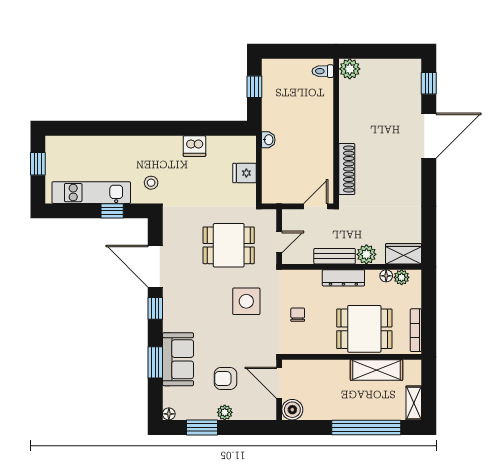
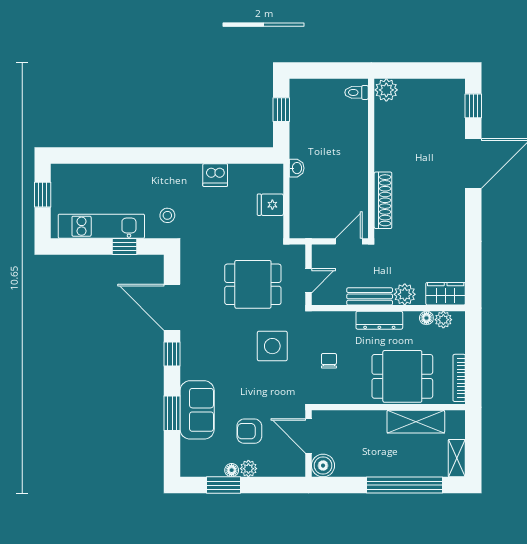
floor lamp: (169, 414) -> (232, 470), moved

